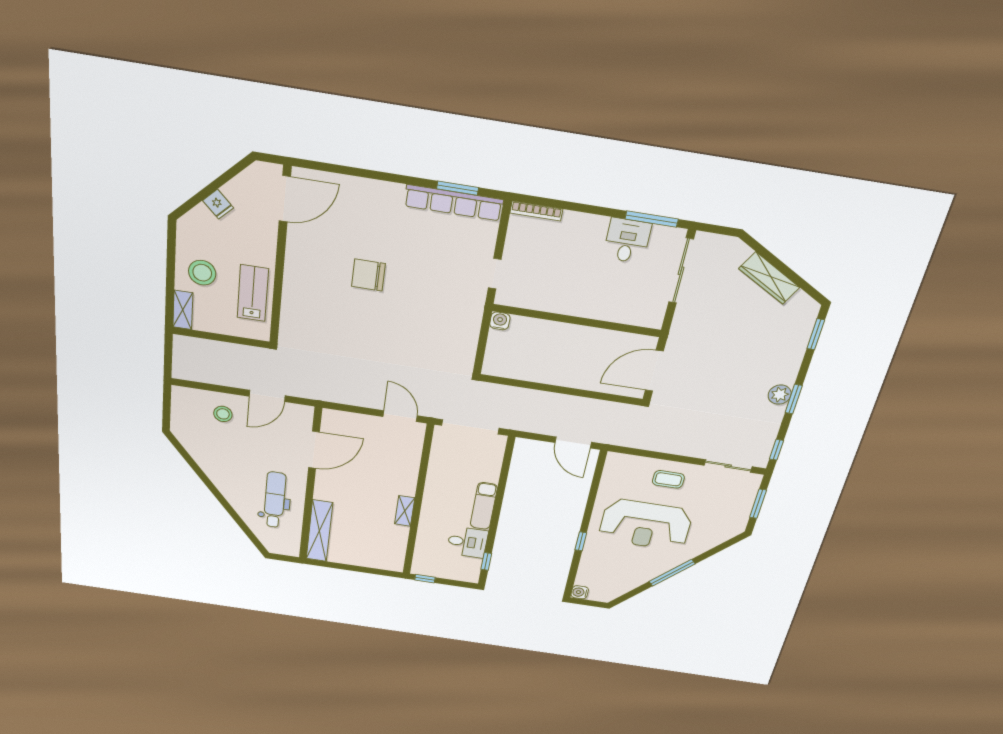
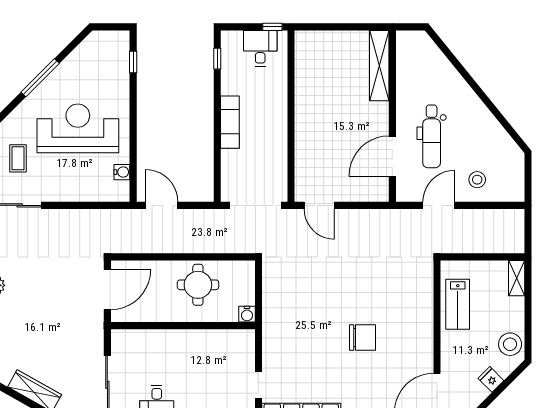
stool: (202, 273) -> (510, 344), moved
doorway: (495, 274) -> (258, 385), moved
round table: (550, 360) -> (198, 285), added
coffee table: (668, 479) -> (18, 158), moved, turned 90
dental chair: (275, 500) -> (432, 136), moved
shelving: (405, 511) -> (302, 103), removed
window: (581, 541) -> (133, 62), moved
desk: (467, 542) -> (260, 48), moved, turned 90
water cooler: (580, 592) -> (122, 172), moved

